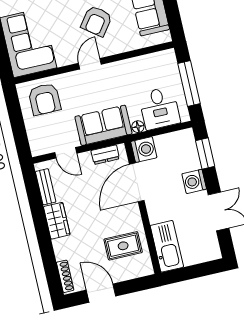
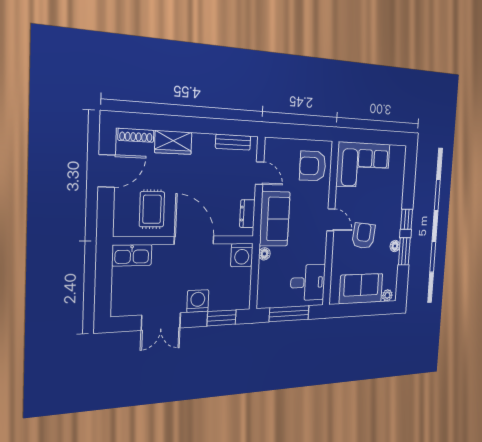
armchair: (97, 21) -> (364, 236), turned 59
desk: (159, 108) -> (308, 282), moved, turned 180
door: (66, 153) -> (260, 173), swing flipped
door: (137, 182) -> (194, 240), moved
wardrobe: (57, 221) -> (173, 142), moved
kitchen sink: (167, 246) -> (132, 255), width x0.73, depth x0.81

